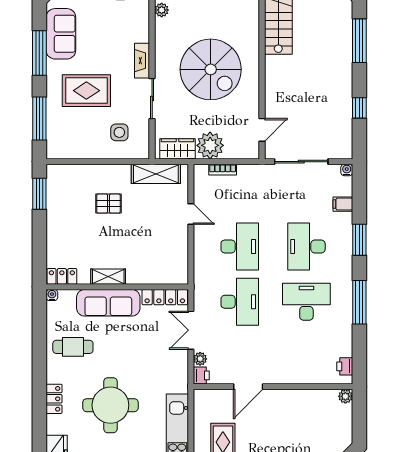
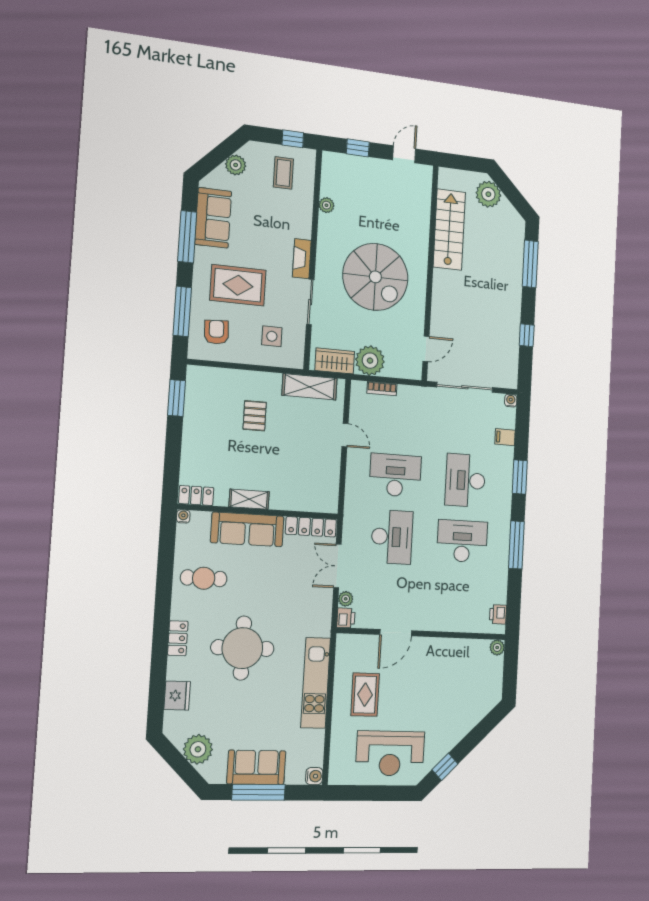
armchair: (70, 134) -> (216, 332), added
pallet: (108, 204) -> (255, 416), turned 90
desk: (240, 246) -> (395, 475), turned -90

